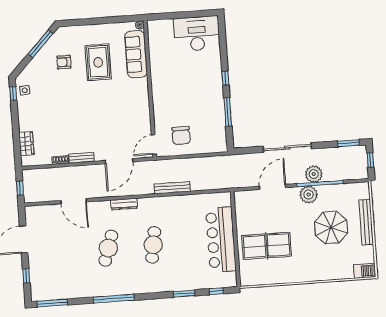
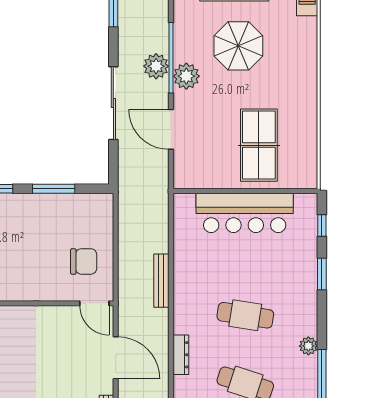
plant: (136, 288) -> (308, 346), added

